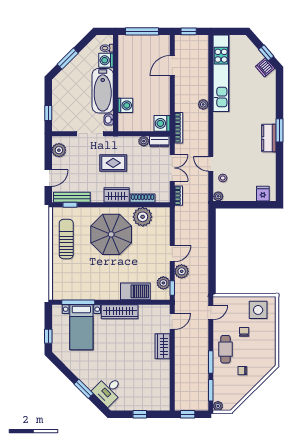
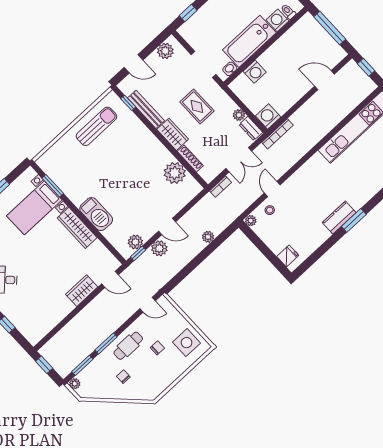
plant: (203, 104) -> (208, 237), moved
bench: (72, 197) -> (146, 109), moved
parasol: (111, 234) -> (135, 160), removed
barbecue: (135, 291) -> (96, 214), moved
window: (78, 302) -> (53, 186), width x0.69

